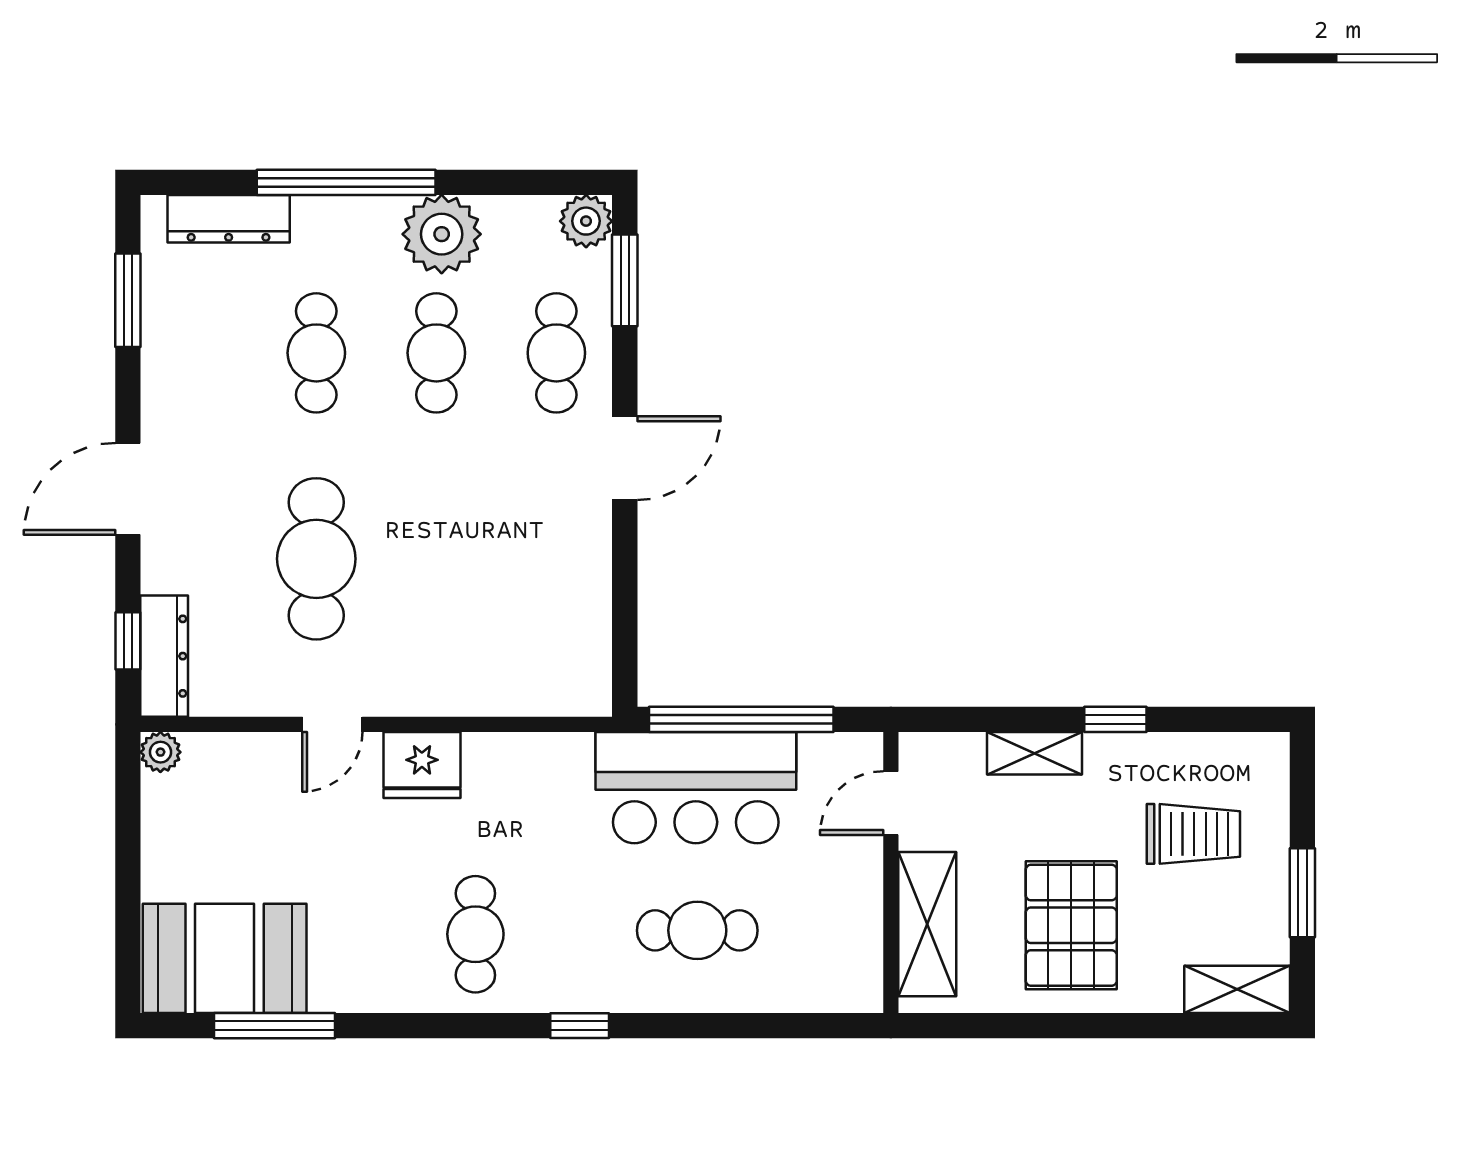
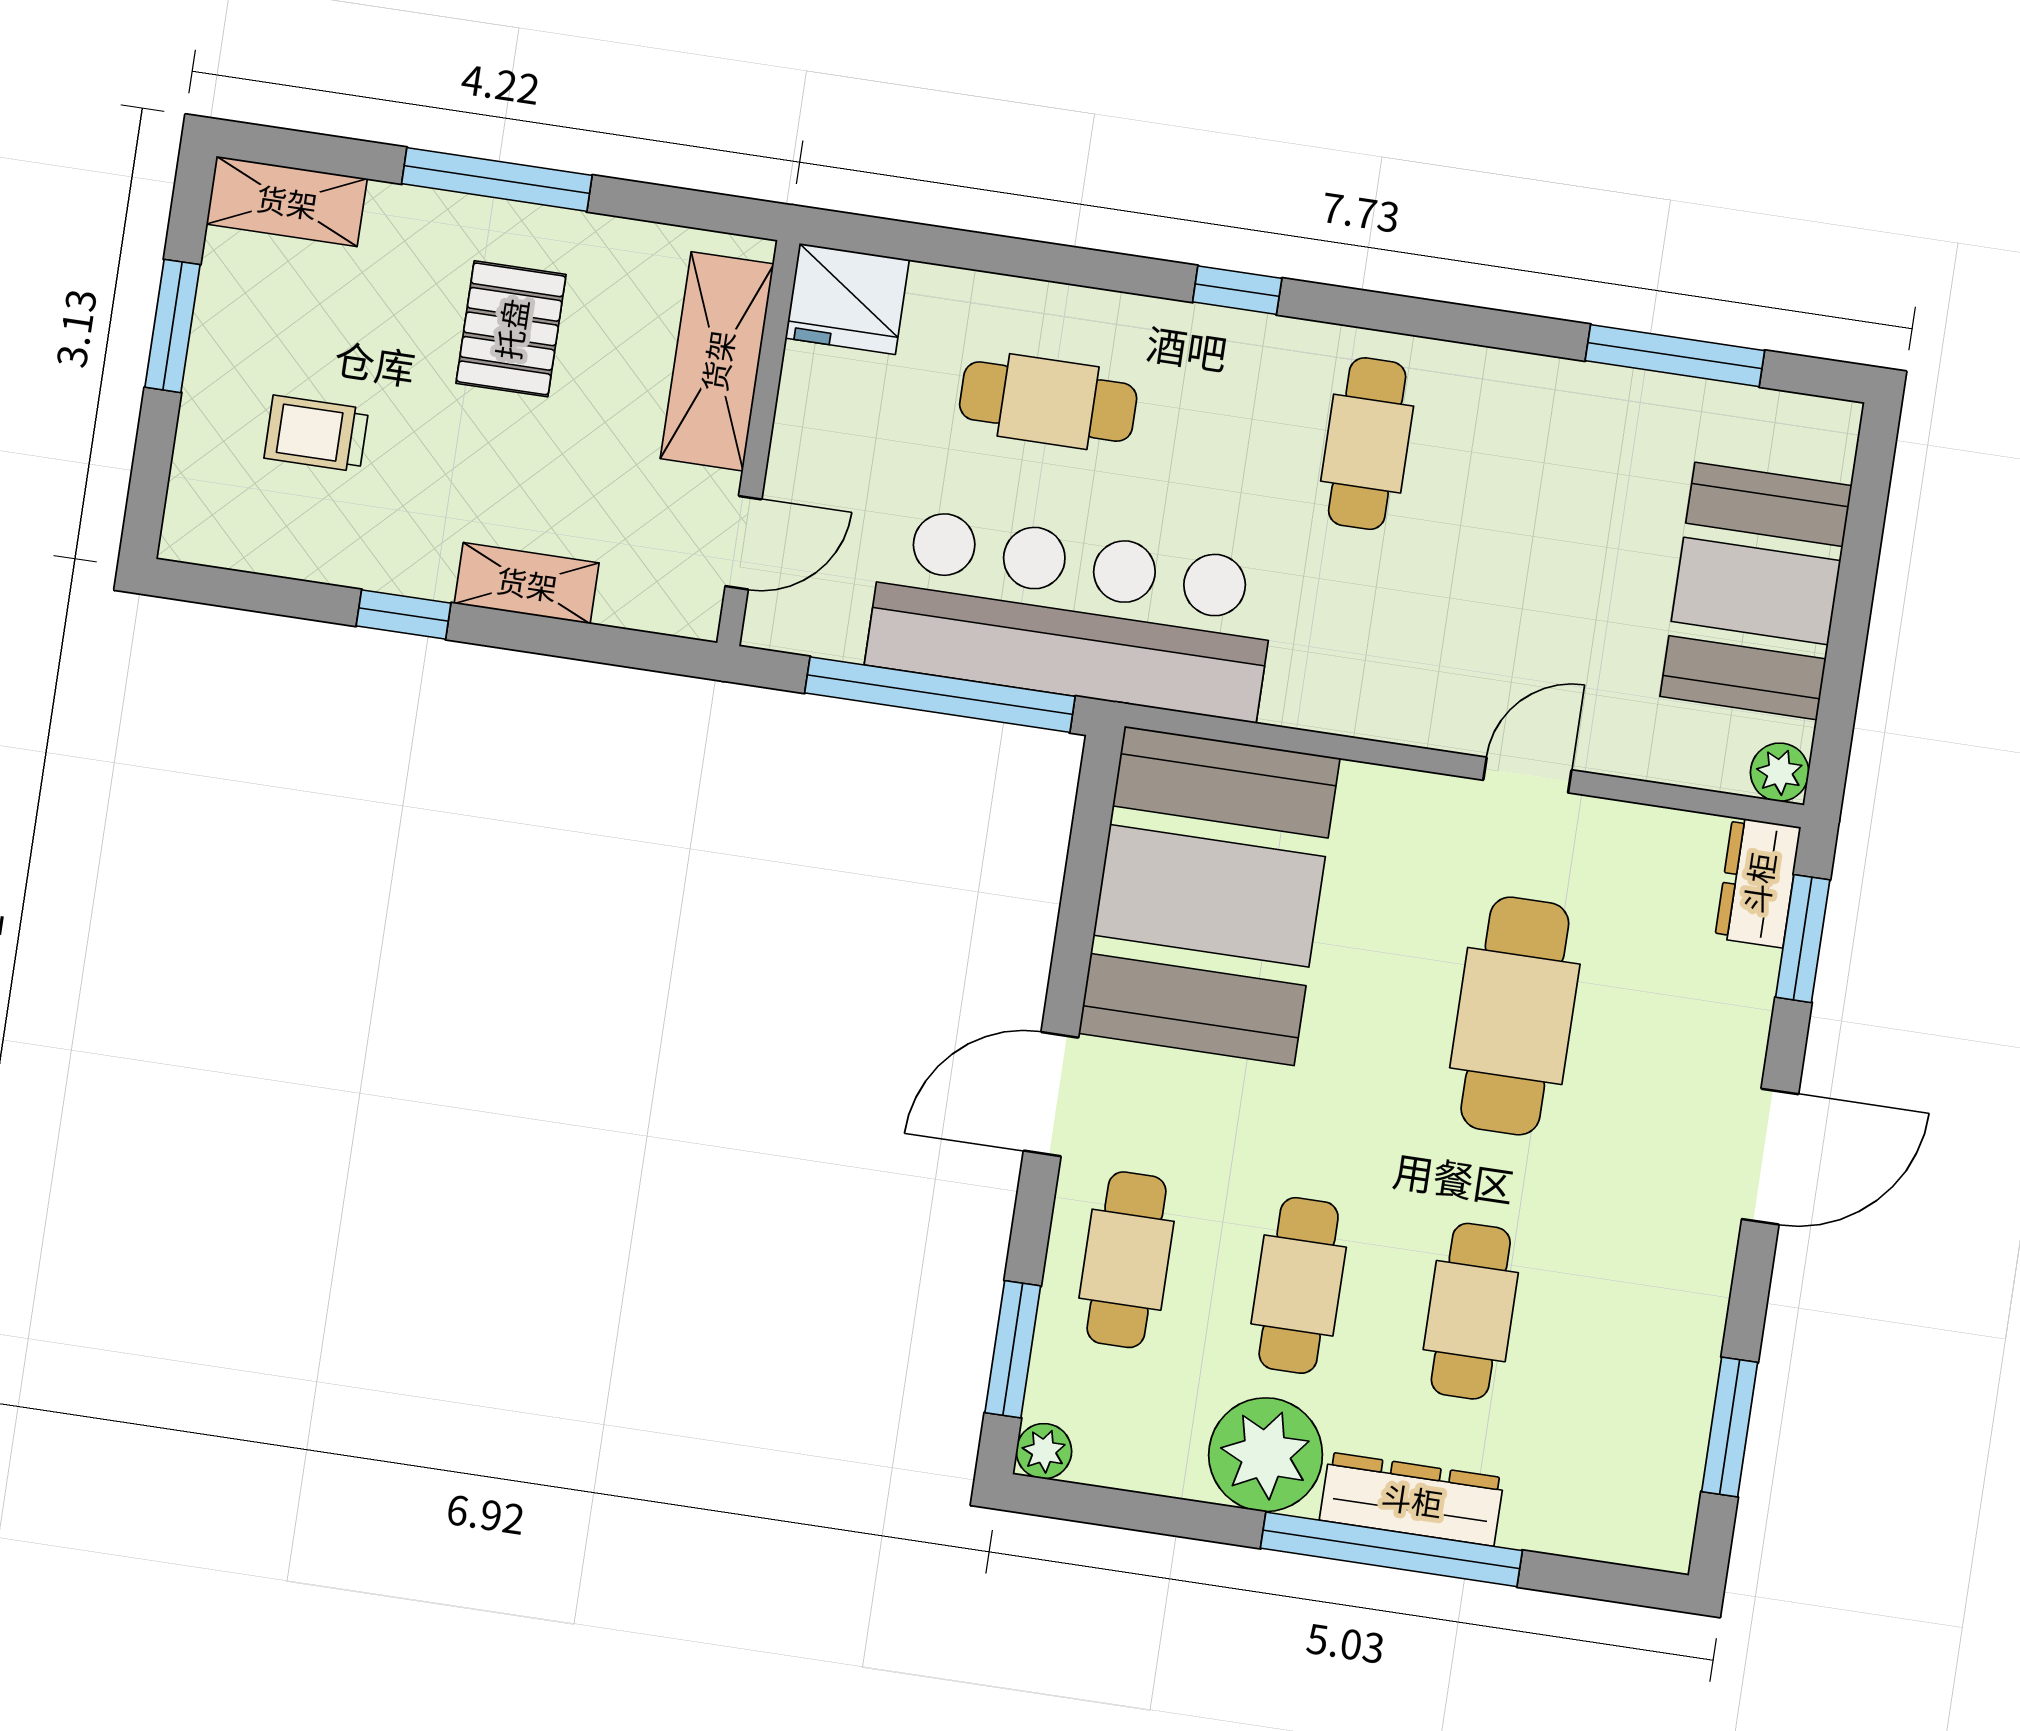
dresser: (229, 219) -> (1412, 1499), moved
plant: (586, 221) -> (1044, 1451), width x0.73, depth x0.73
booth: (537, 610) -> (1209, 896), added
window: (128, 641) -> (1803, 939), width x1.50
dresser: (164, 656) -> (1758, 883), width x0.70
fridge: (422, 765) -> (847, 299), moved, turned 180
bar counter: (696, 788) -> (1072, 614), width x1.36
trolley: (1193, 834) -> (316, 434), width x0.73, depth x0.72
pallet: (1071, 925) -> (511, 329), width x0.67, depth x0.71
booth: (225, 958) -> (1756, 591), moved, turned 90
window: (1096, 1026) -> (497, 180), added

